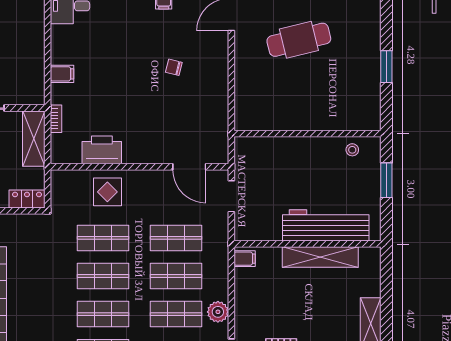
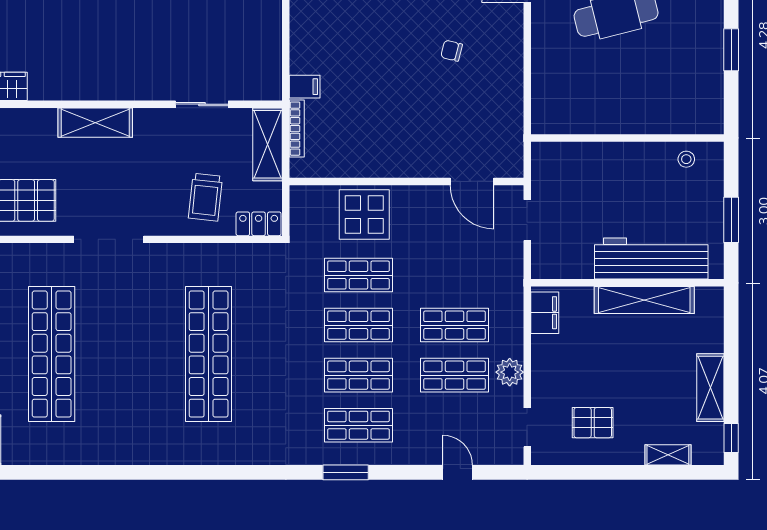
filing cabinet: (62, 74) -> (305, 87), moved
bookcase: (56, 119) -> (297, 129), width x1.56
printer: (102, 150) -> (357, 159), removed
window: (386, 180) -> (731, 220), moved
display table: (107, 192) -> (364, 214), width x1.36, depth x1.36
shop shelf: (176, 238) -> (455, 275), removed
filing cabinet: (245, 259) -> (545, 313), width x2.00

